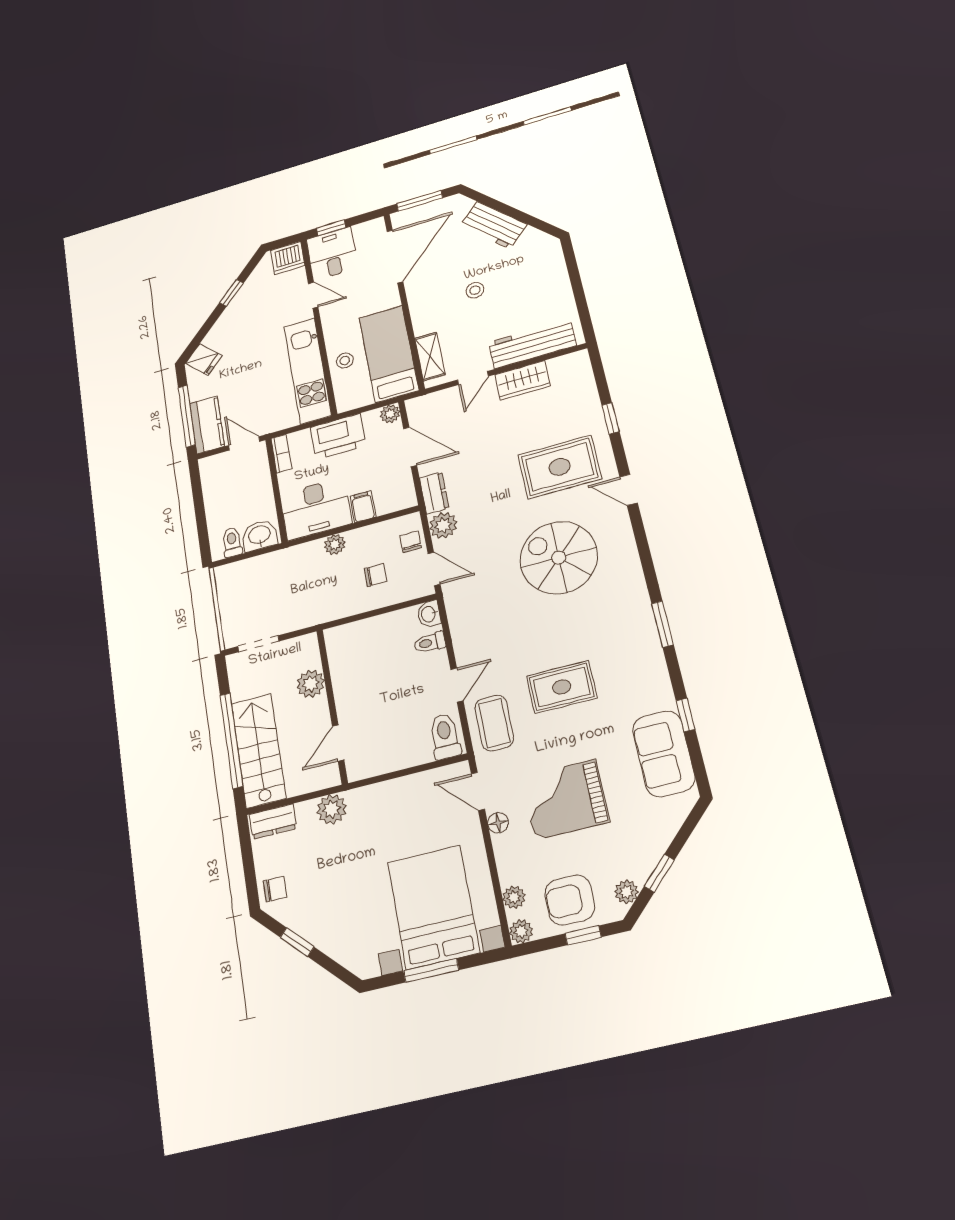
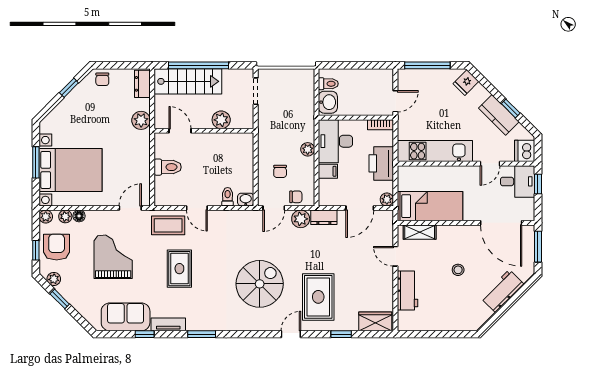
workbench: (532, 344) -> (407, 291), width x0.73
stool: (345, 361) -> (434, 177), removed
wardrobe: (522, 380) -> (375, 321), moved, turned 90
kitchen counter: (207, 425) -> (499, 115), moved, turned 45
tv unit: (659, 681) -> (168, 324), added
toilet: (445, 736) -> (168, 167), moved
floor lamp: (498, 823) -> (79, 216), moved

